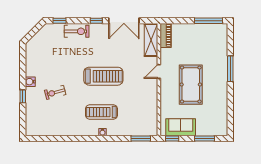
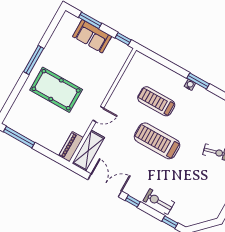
window: (230, 69) -> (34, 60), moved
pool table: (191, 85) -> (56, 90), moved, turned 90
treadmill: (102, 112) -> (156, 101), moved, turned 180
sofa: (181, 127) -> (92, 36), moved
window: (141, 138) -> (198, 81), moved

